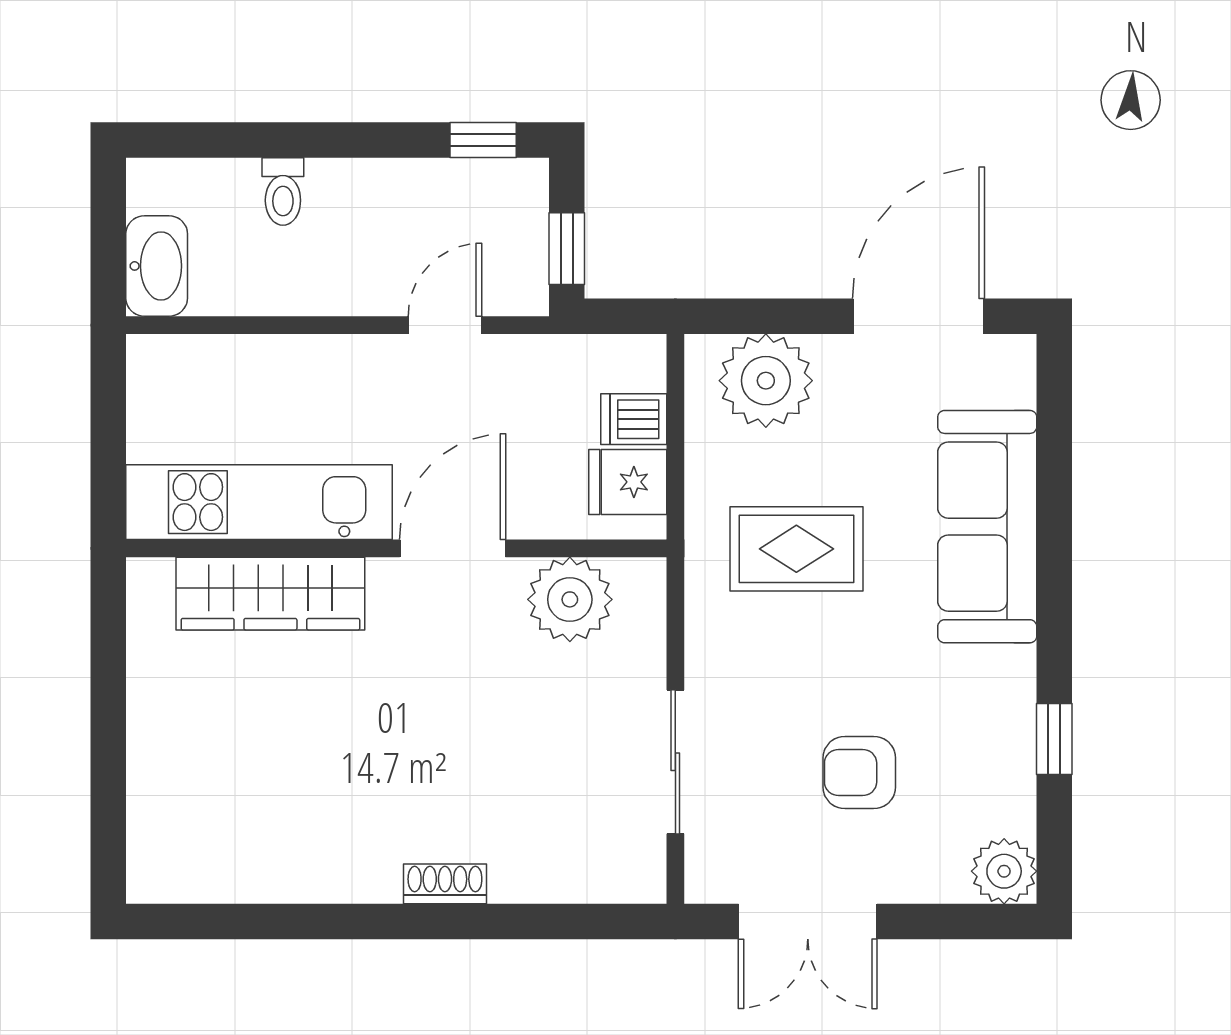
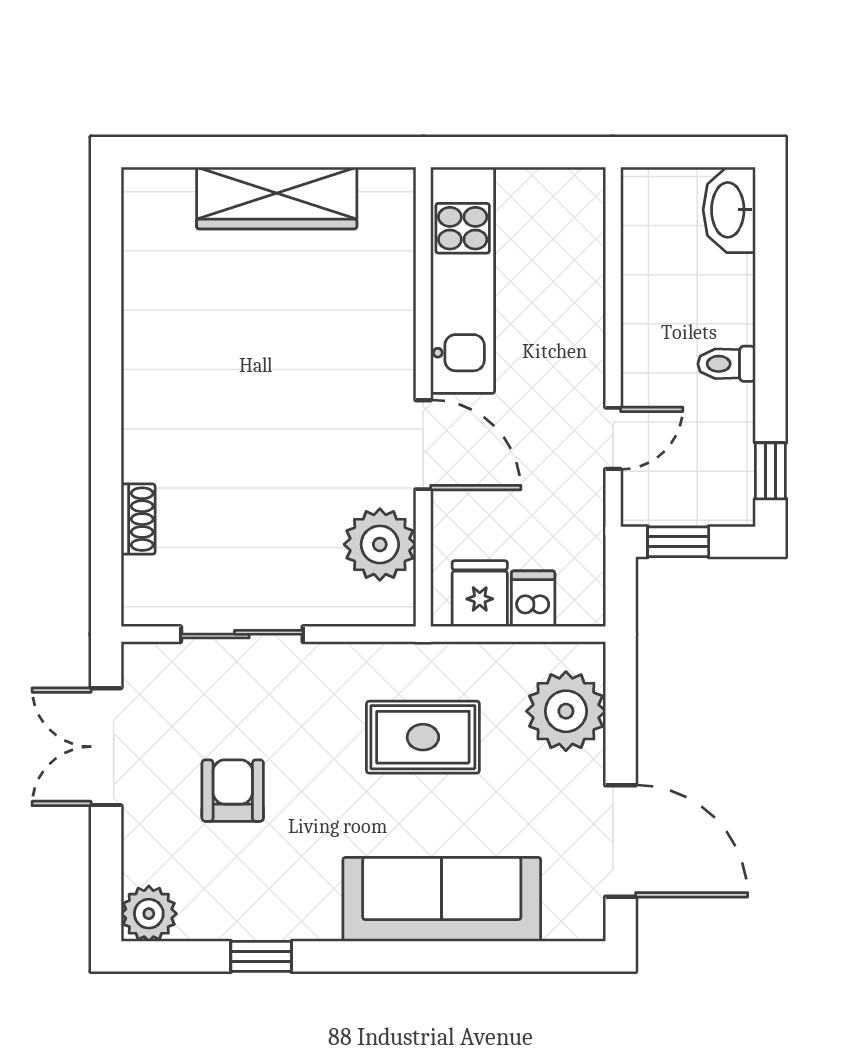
toilet: (283, 192) -> (727, 364), moved
washbasin: (157, 266) -> (729, 210), moved, turned 90
door: (445, 325) -> (613, 438), hinge flipped
rug: (796, 549) -> (423, 737), turned 90
wardrobe: (270, 594) -> (277, 198), moved, turned -90
shoe rack: (445, 884) -> (138, 519), moved

